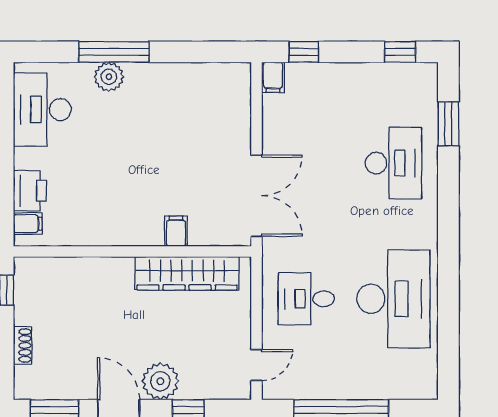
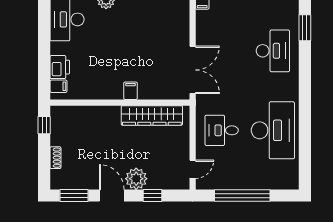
filing cabinet: (176, 231) -> (130, 91), moved

